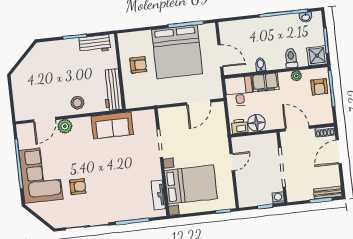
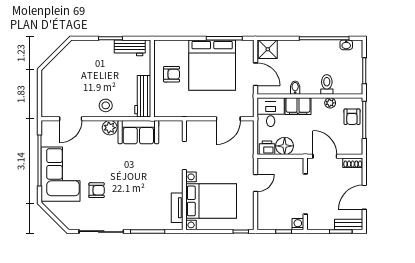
shower: (317, 56) -> (268, 49), moved
plant: (65, 126) -> (110, 128), moved
door: (339, 152) -> (364, 197), moved

